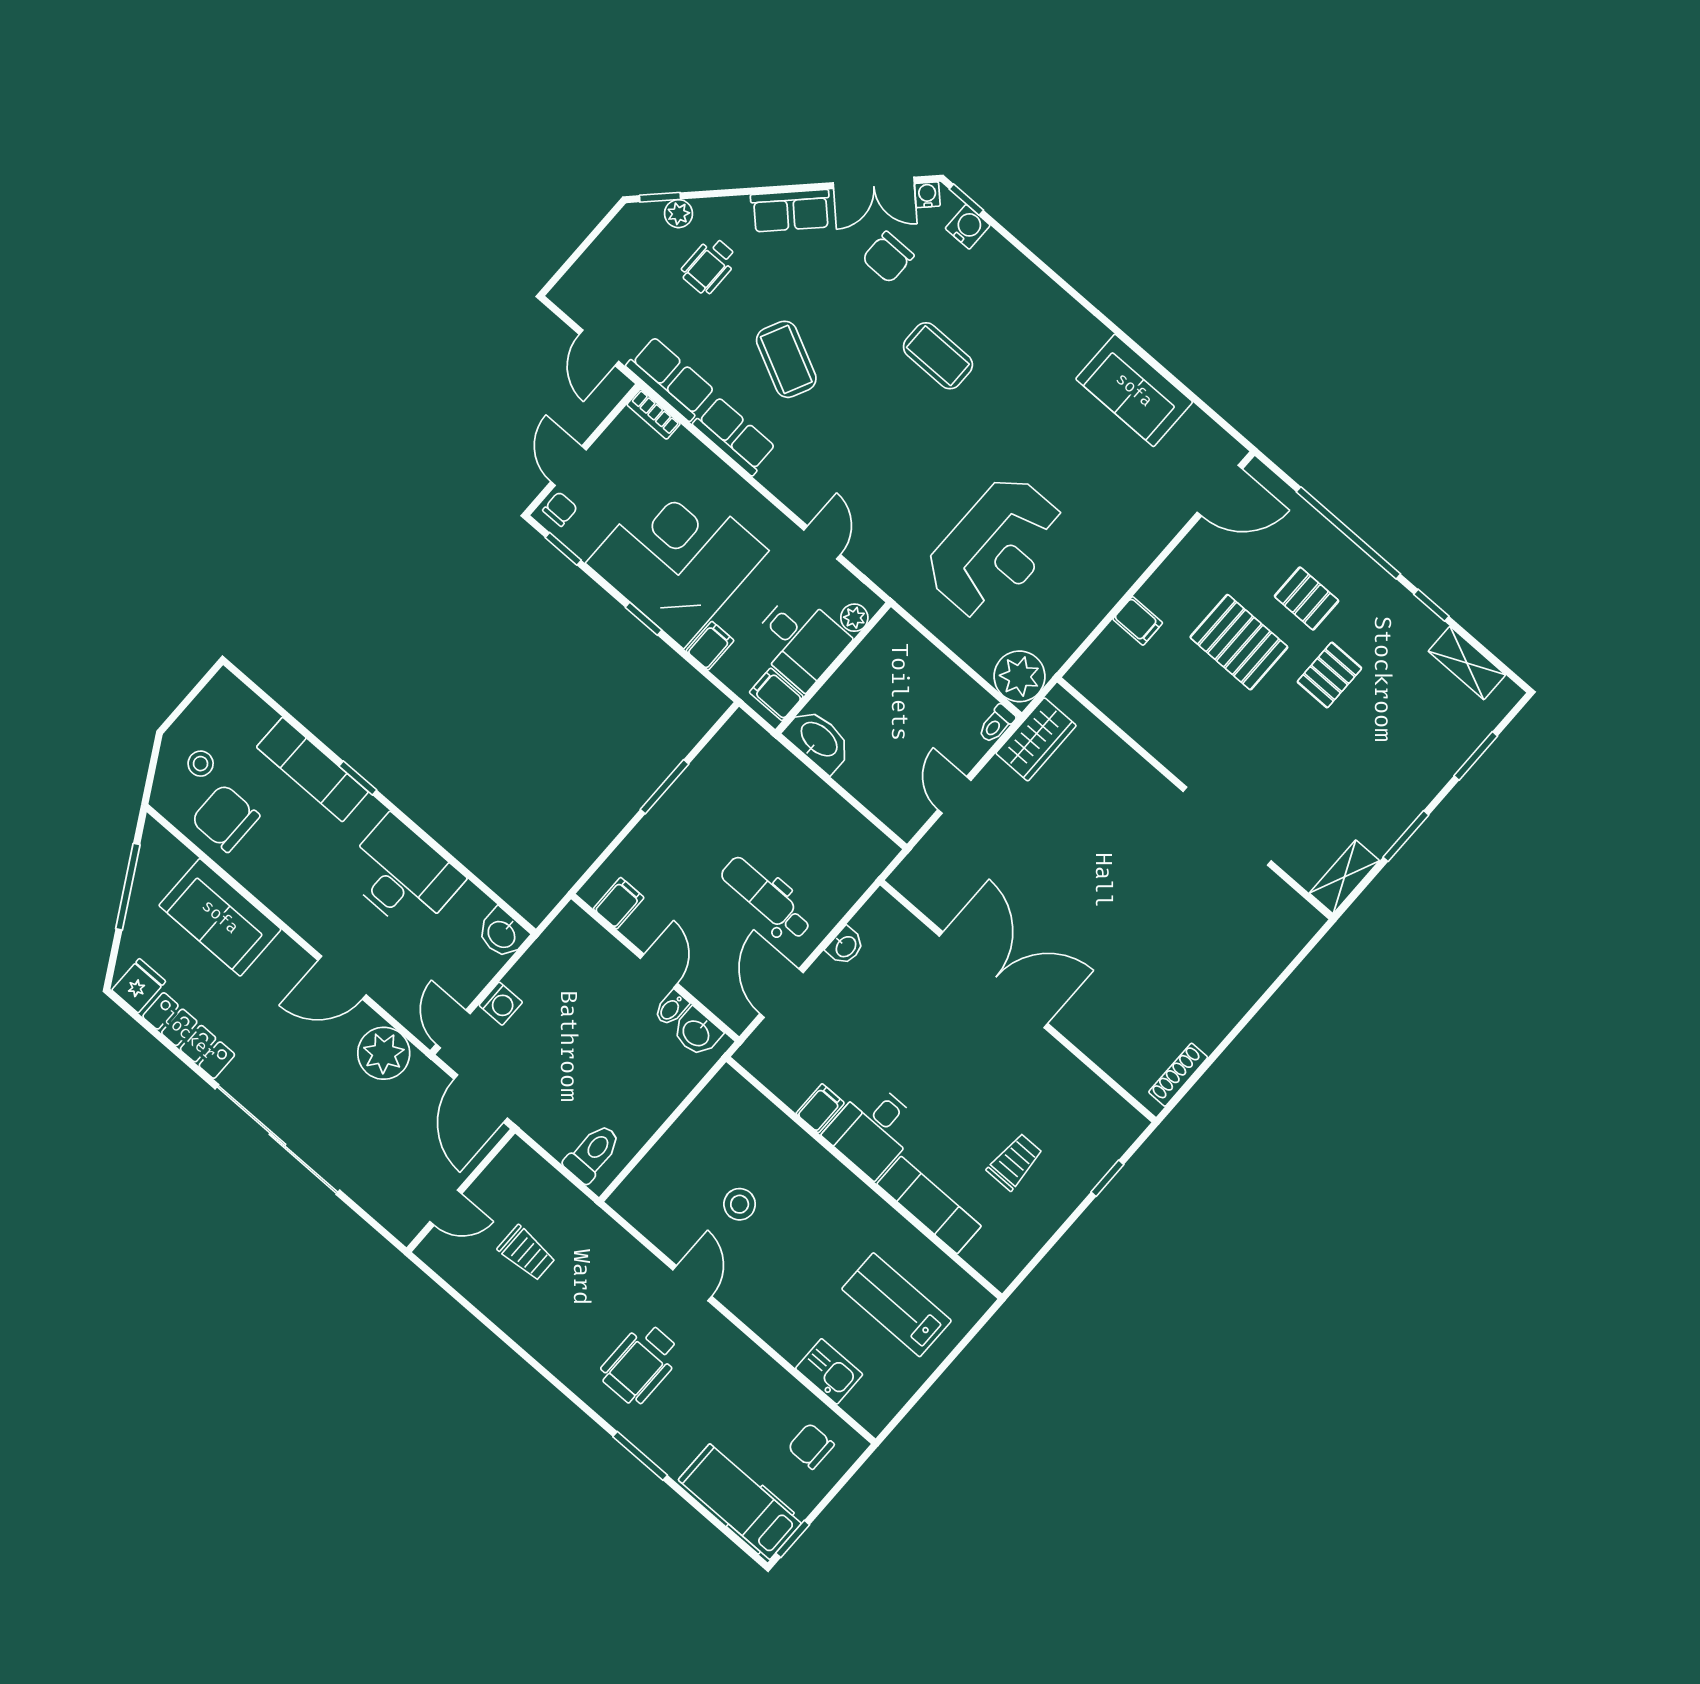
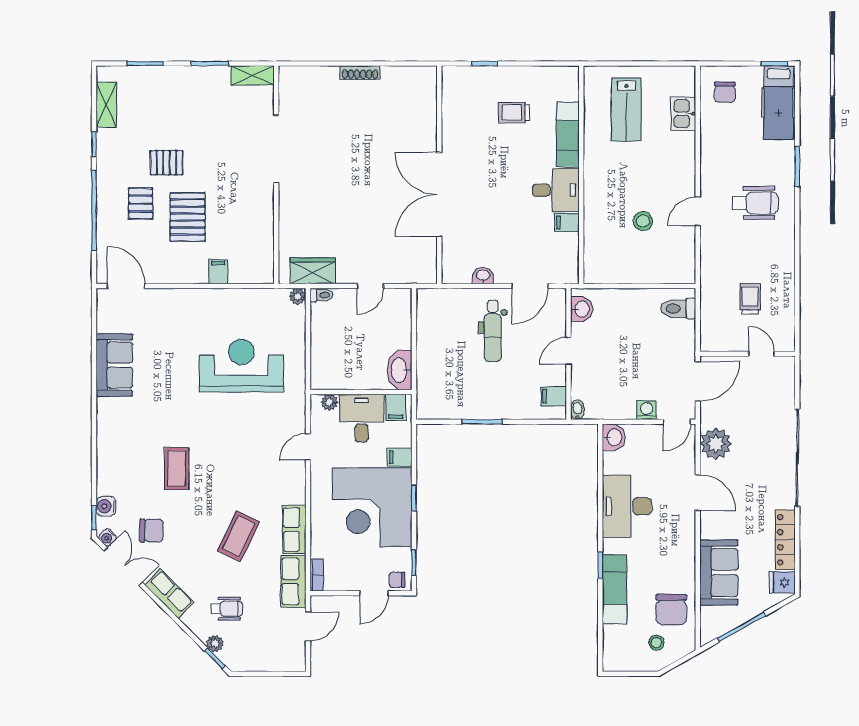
plant: (1020, 676) -> (298, 296), width x0.53, depth x0.53
bidet: (671, 1008) -> (577, 410), moved, turned -90
shoe rack: (1178, 1075) -> (360, 72), moved

